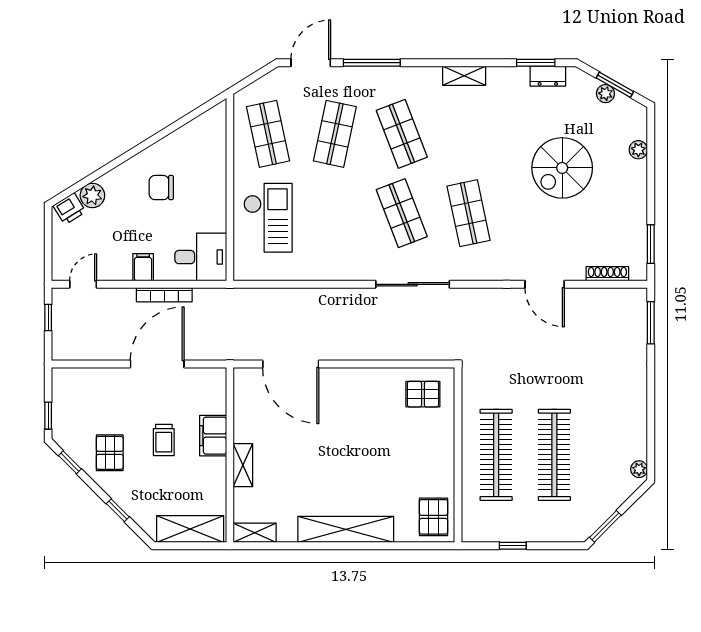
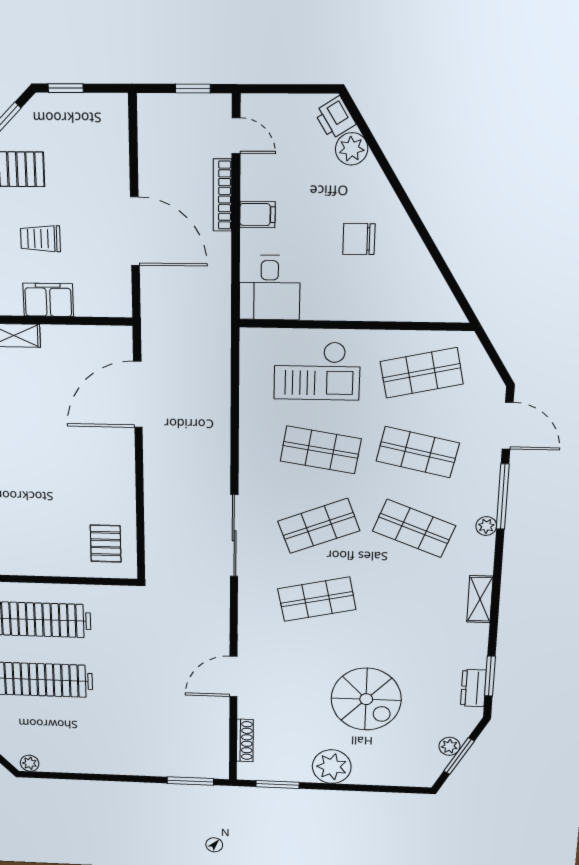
plant: (398, 74) -> (486, 526), added
shop shelf: (402, 134) -> (414, 528), turned 42
plant: (638, 150) -> (332, 767), moved, width x1.88, depth x1.88
spiral stairs: (562, 168) -> (366, 699), turned 180
chair: (161, 188) -> (359, 239), turned -90
shop shelf: (335, 213) -> (321, 450), added
bookcase: (164, 295) -> (222, 195), moved

